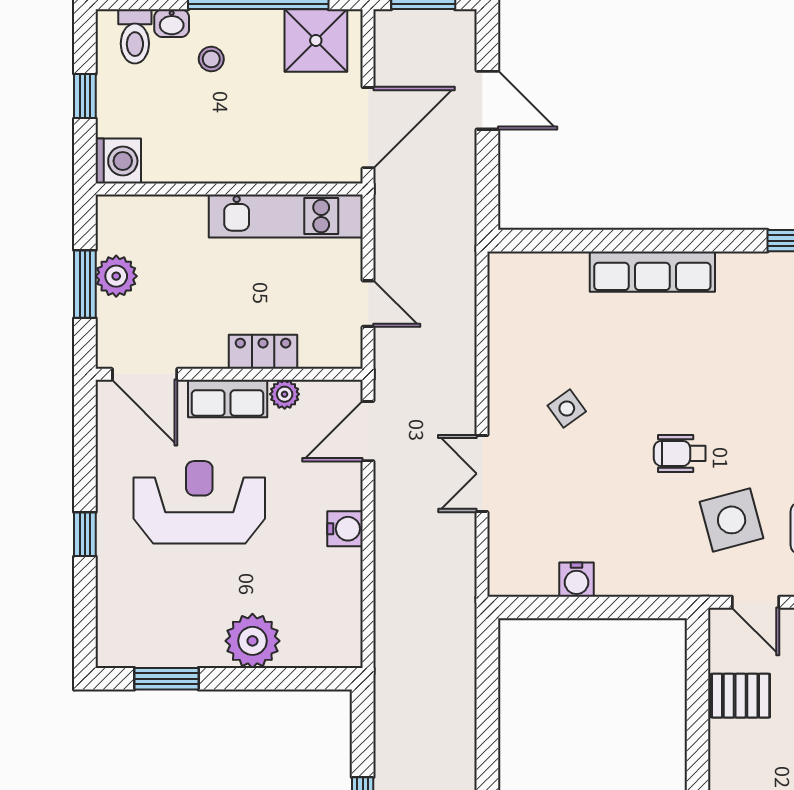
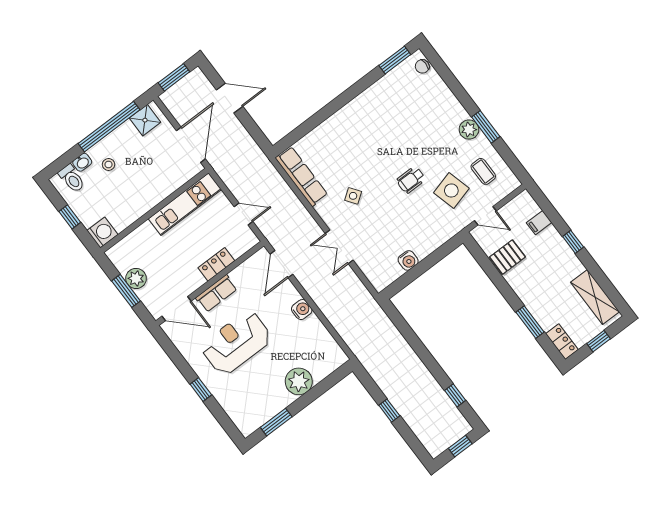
shower: (316, 40) -> (145, 120), width x0.73, depth x0.73
row of seats: (652, 272) -> (301, 176), moved, turned -90
plant: (285, 394) -> (238, 275), removed

